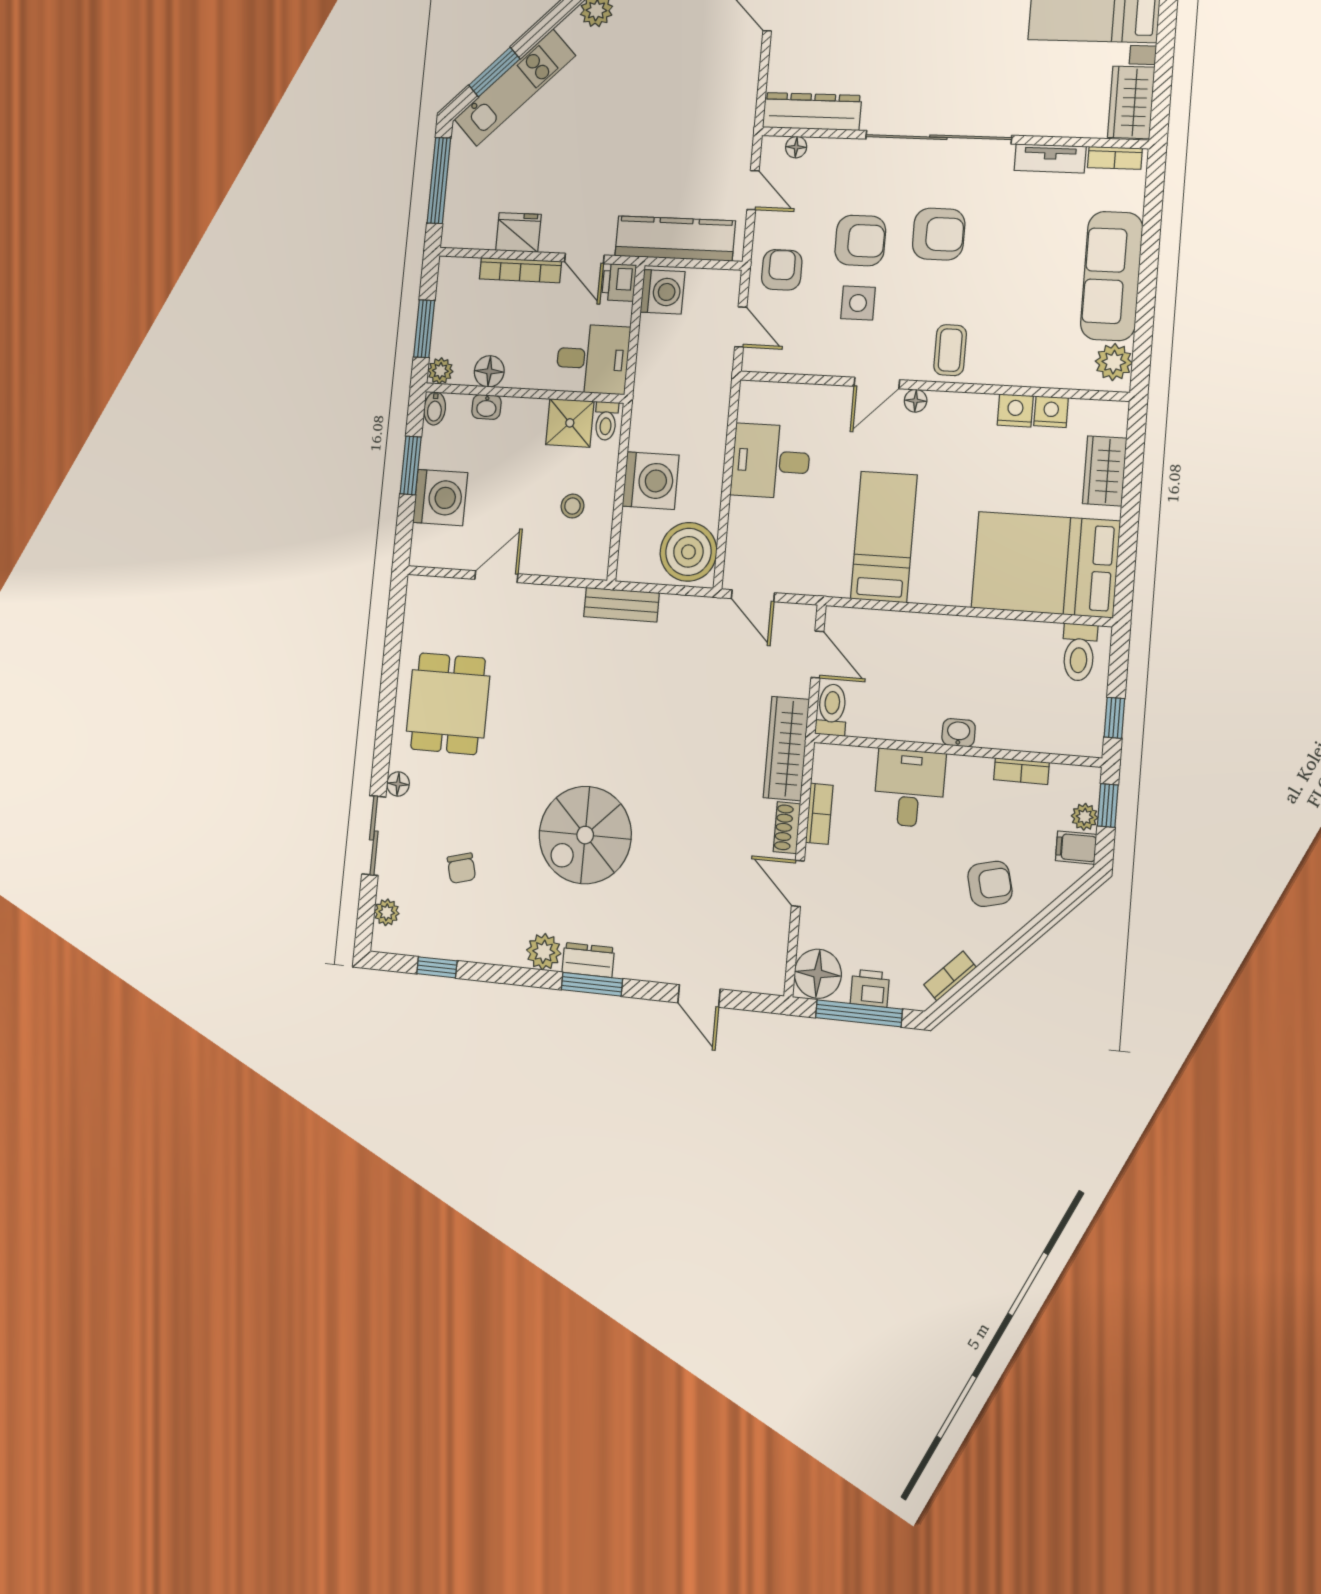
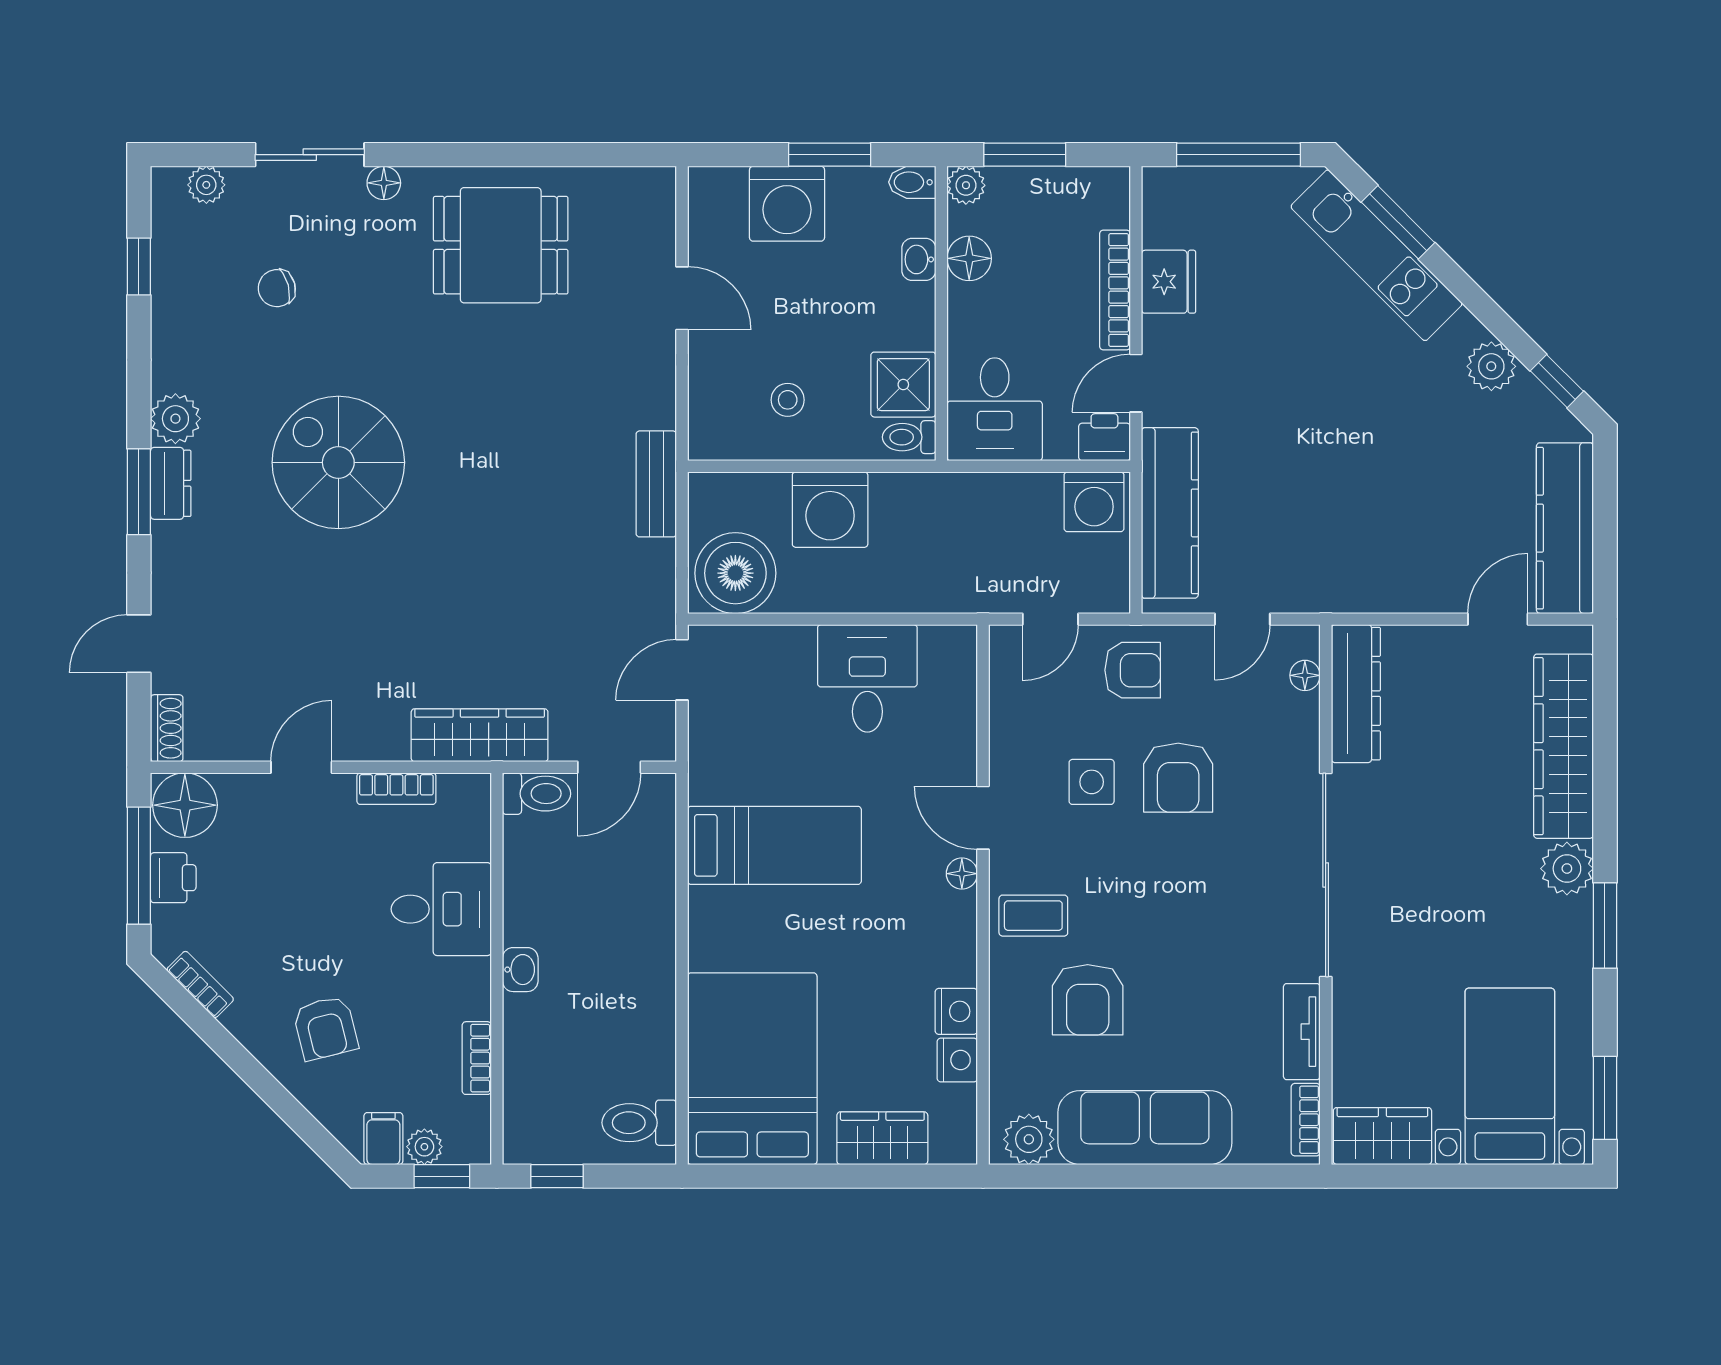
armchair: (939, 234) -> (1088, 1000), moved
shoe rack: (787, 828) -> (167, 728), moved, turned 90

